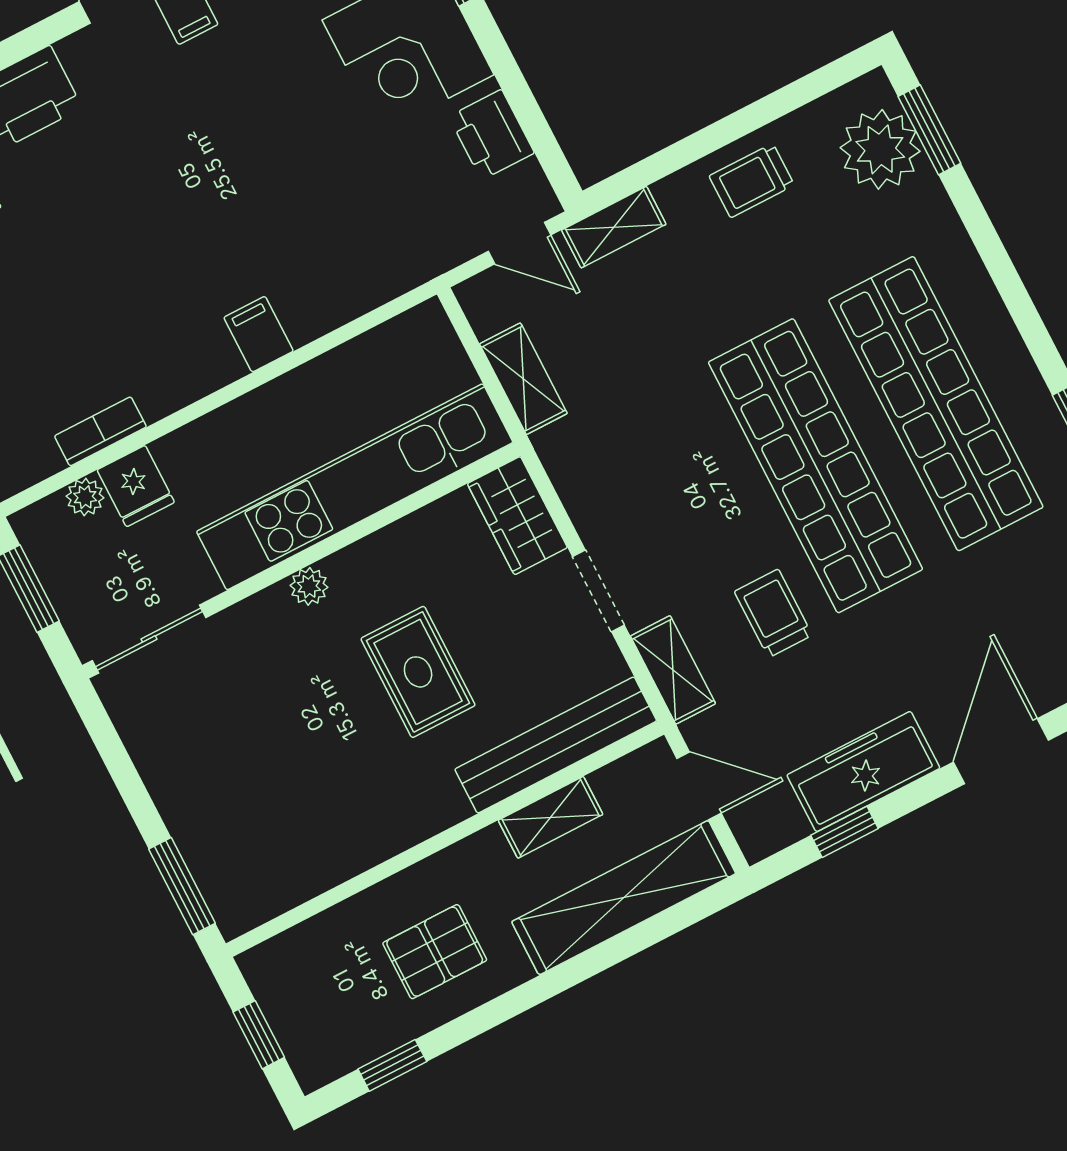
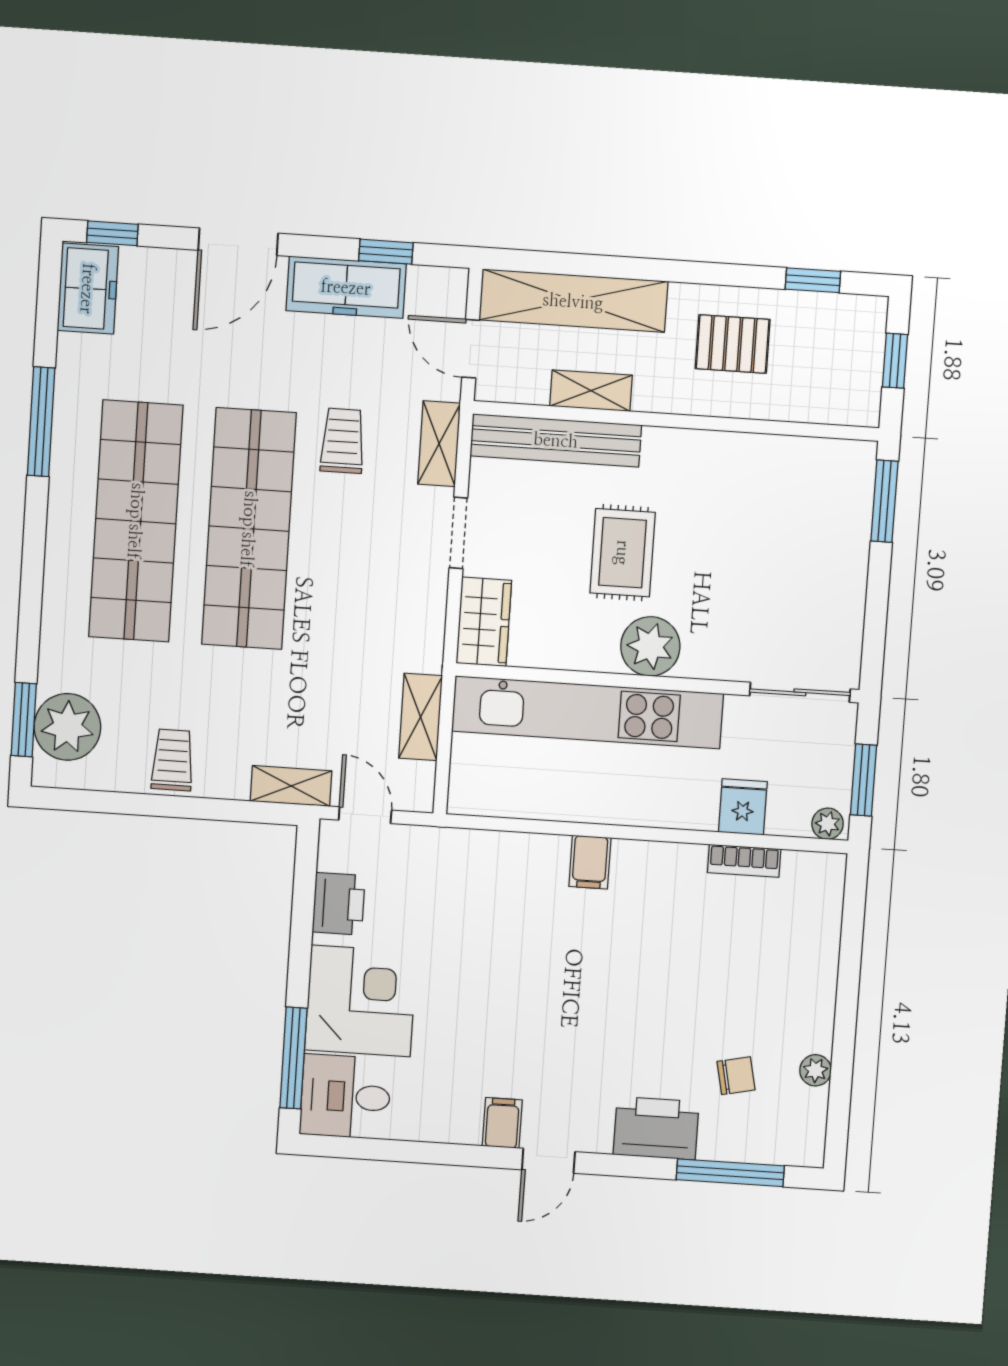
trolley: (752, 181) -> (173, 760), turned -90
plant: (85, 497) -> (828, 824), moved
plant: (309, 586) -> (650, 646), width x1.88, depth x1.88
trolley: (773, 613) -> (343, 441), turned 180

